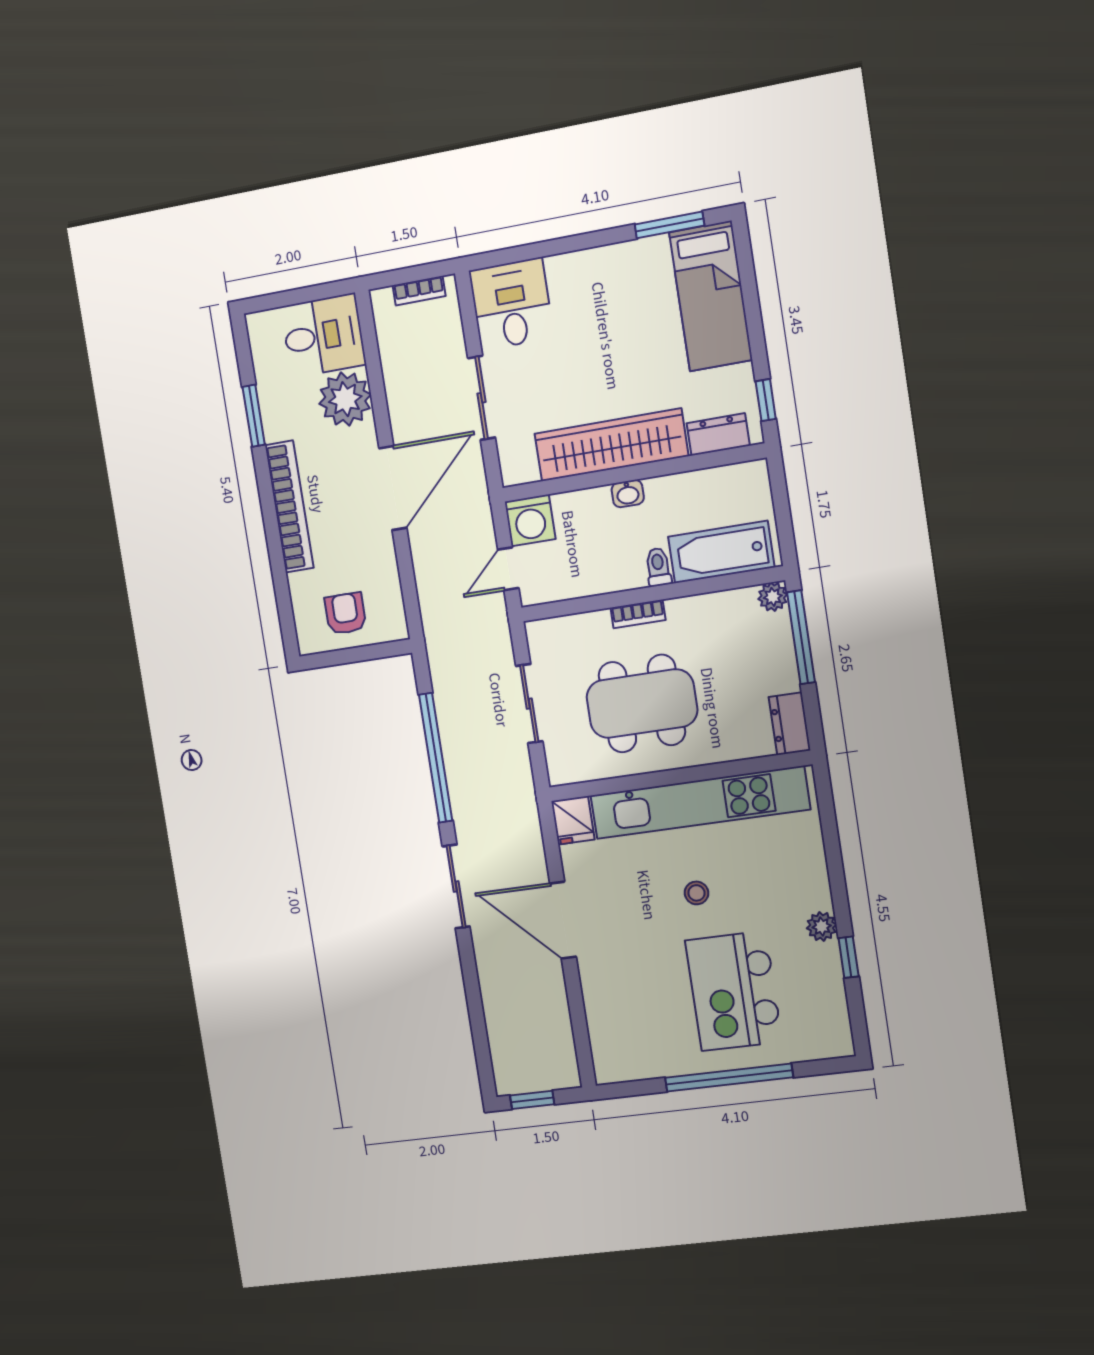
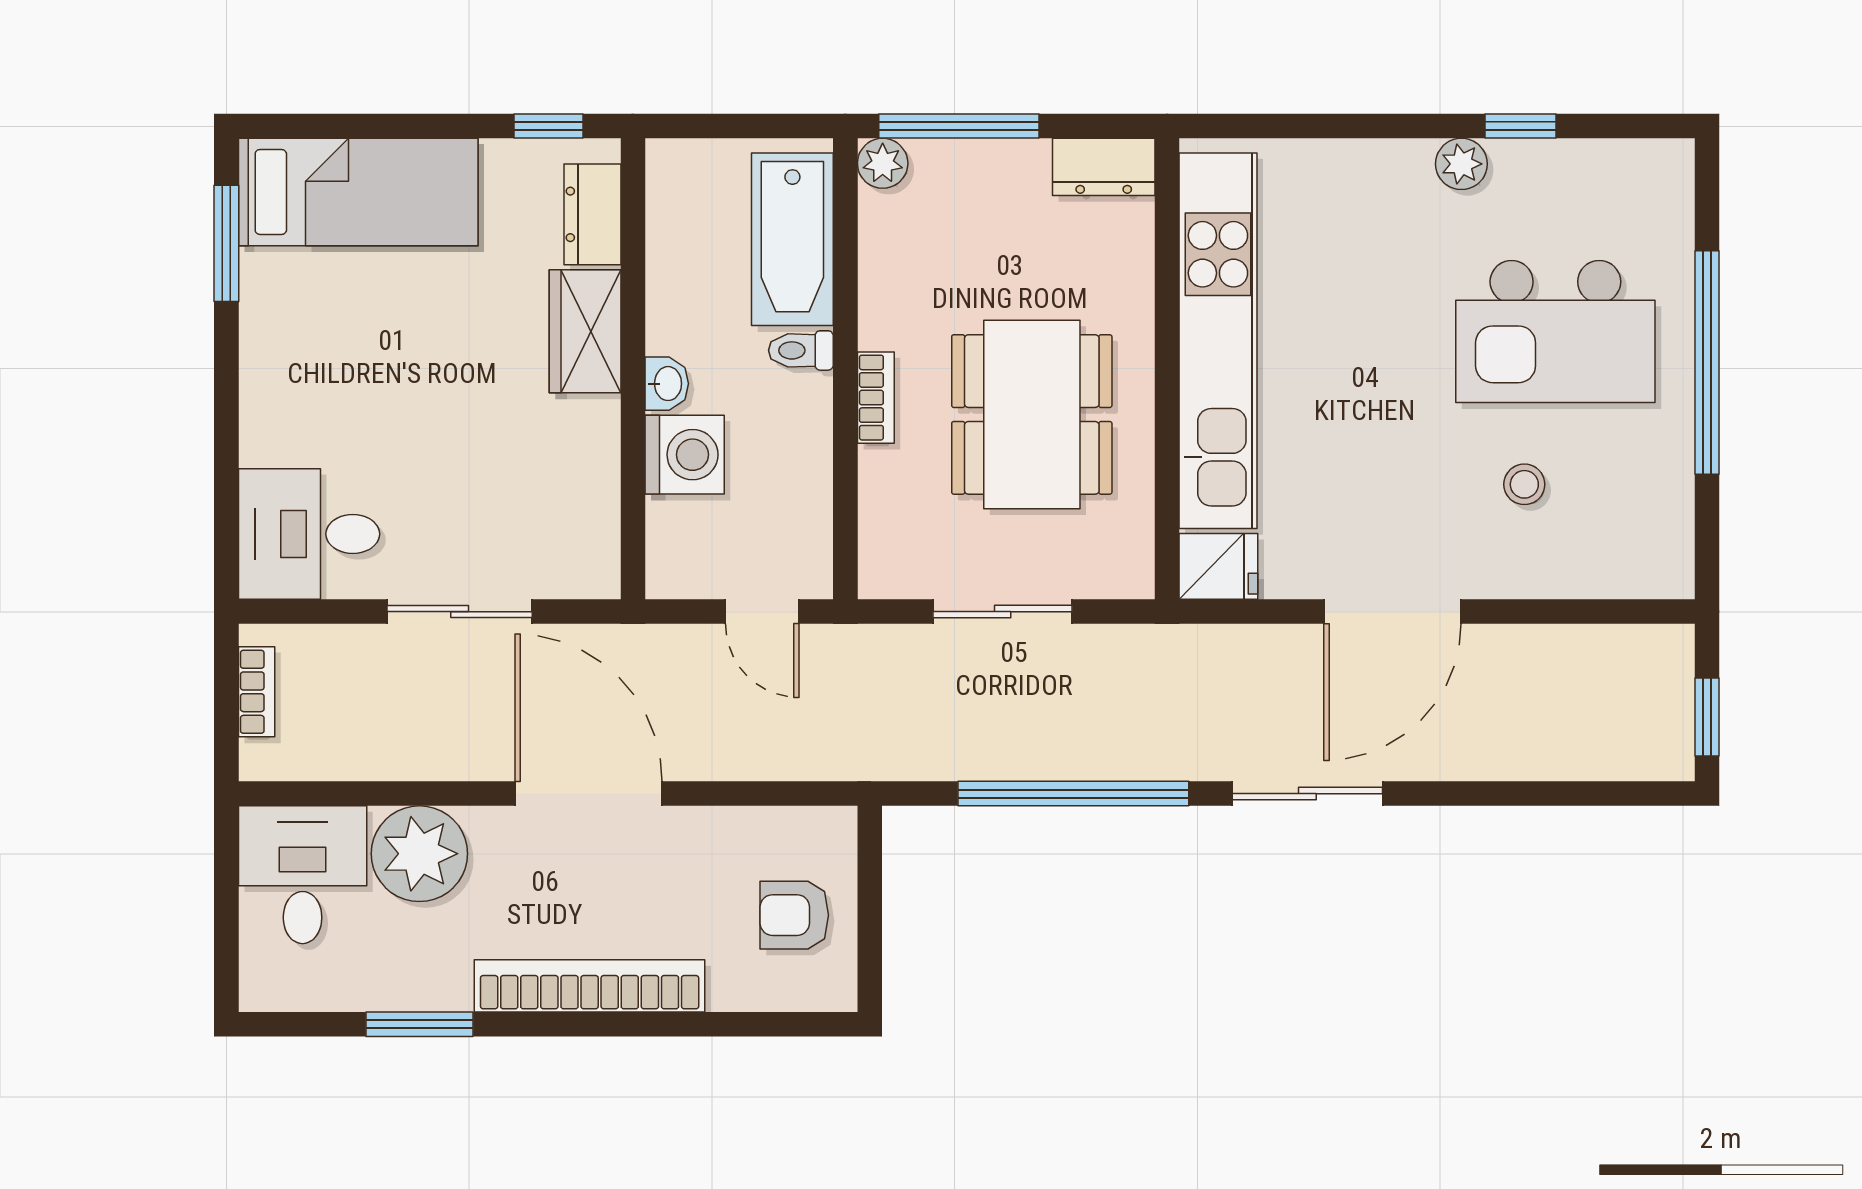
wardrobe: (611, 445) -> (585, 331), width x0.48, depth x0.85
washing machine: (530, 520) -> (685, 455), moved
stool: (696, 893) -> (1524, 484), moved

